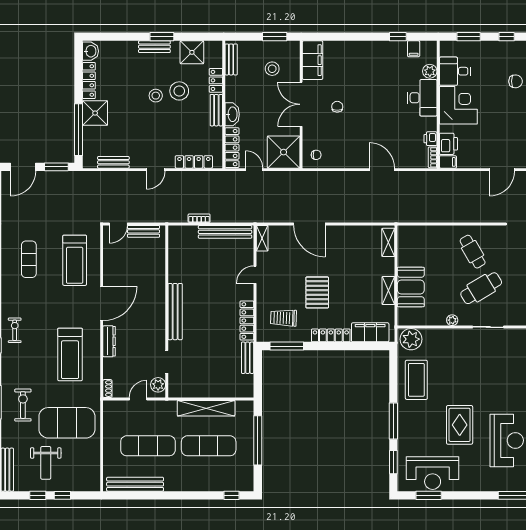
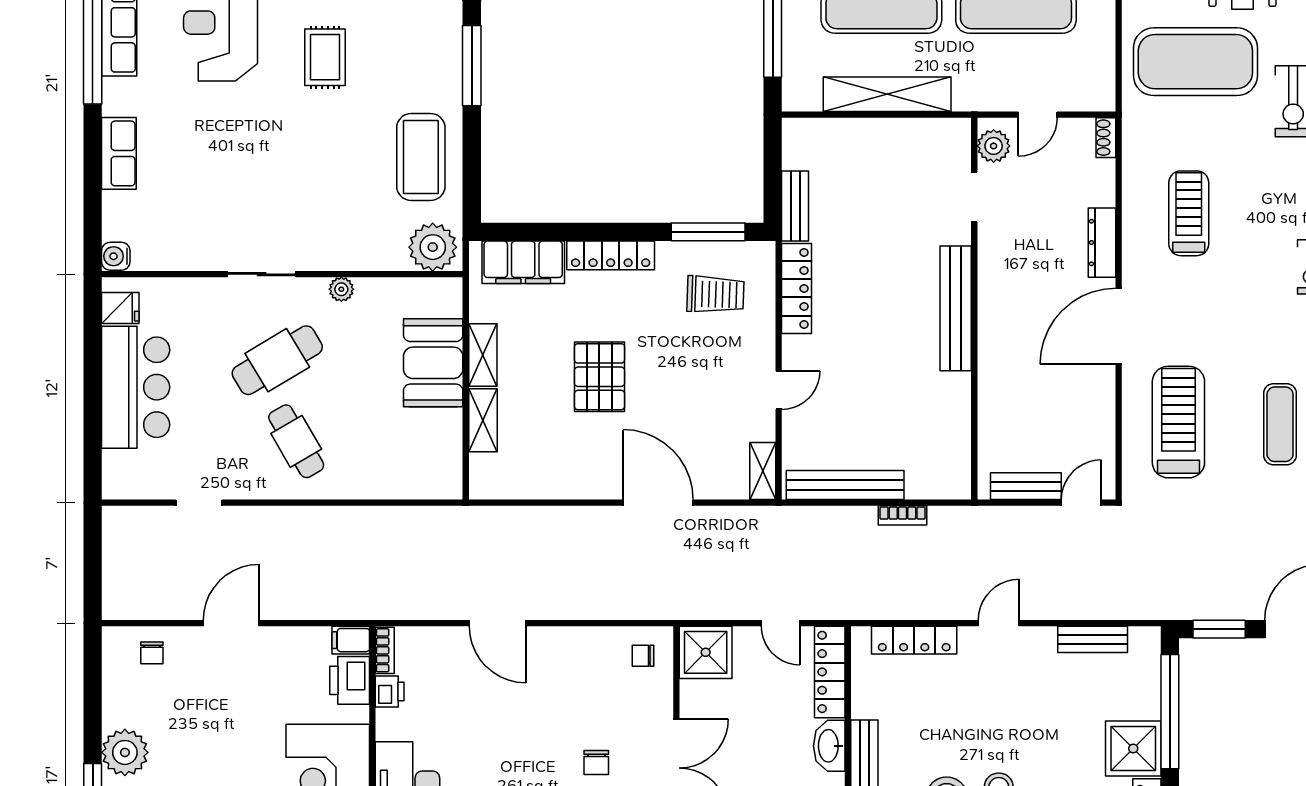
shower: (284, 152) -> (706, 652), width x0.73, depth x0.73
shelving: (388, 242) -> (483, 420), moved
pallet: (317, 292) -> (599, 377), moved
treadmill: (70, 354) -> (1189, 213), width x0.73, depth x0.73
rug: (460, 425) -> (325, 57), width x0.73, depth x0.70

